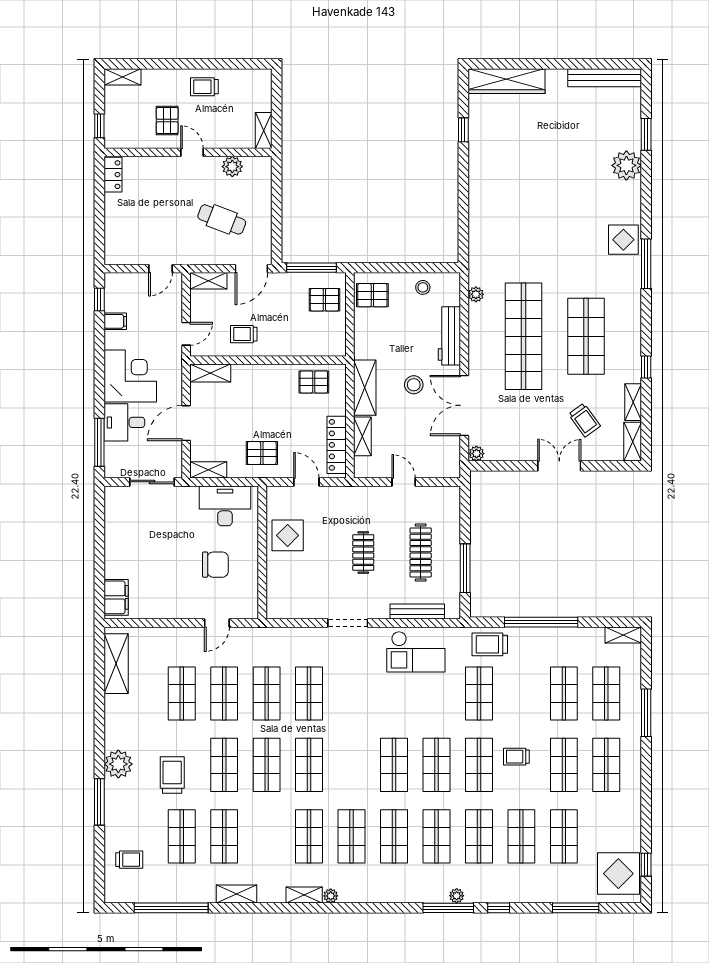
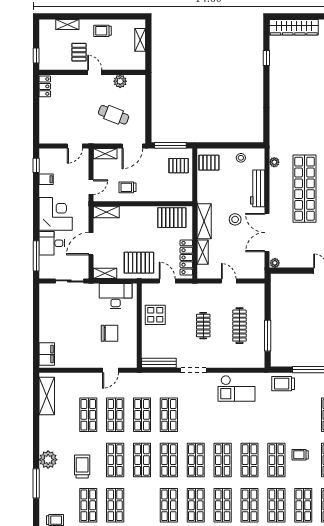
shelving: (122, 77) -> (67, 25), moved
shelving: (264, 130) -> (140, 40), moved
pallet: (314, 382) -> (172, 218), width x1.50, depth x1.42
pallet: (262, 453) -> (139, 263), width x1.50, depth x1.42
bench: (417, 612) -> (159, 363), moved
shop shelf: (479, 693) -> (196, 460), moved

